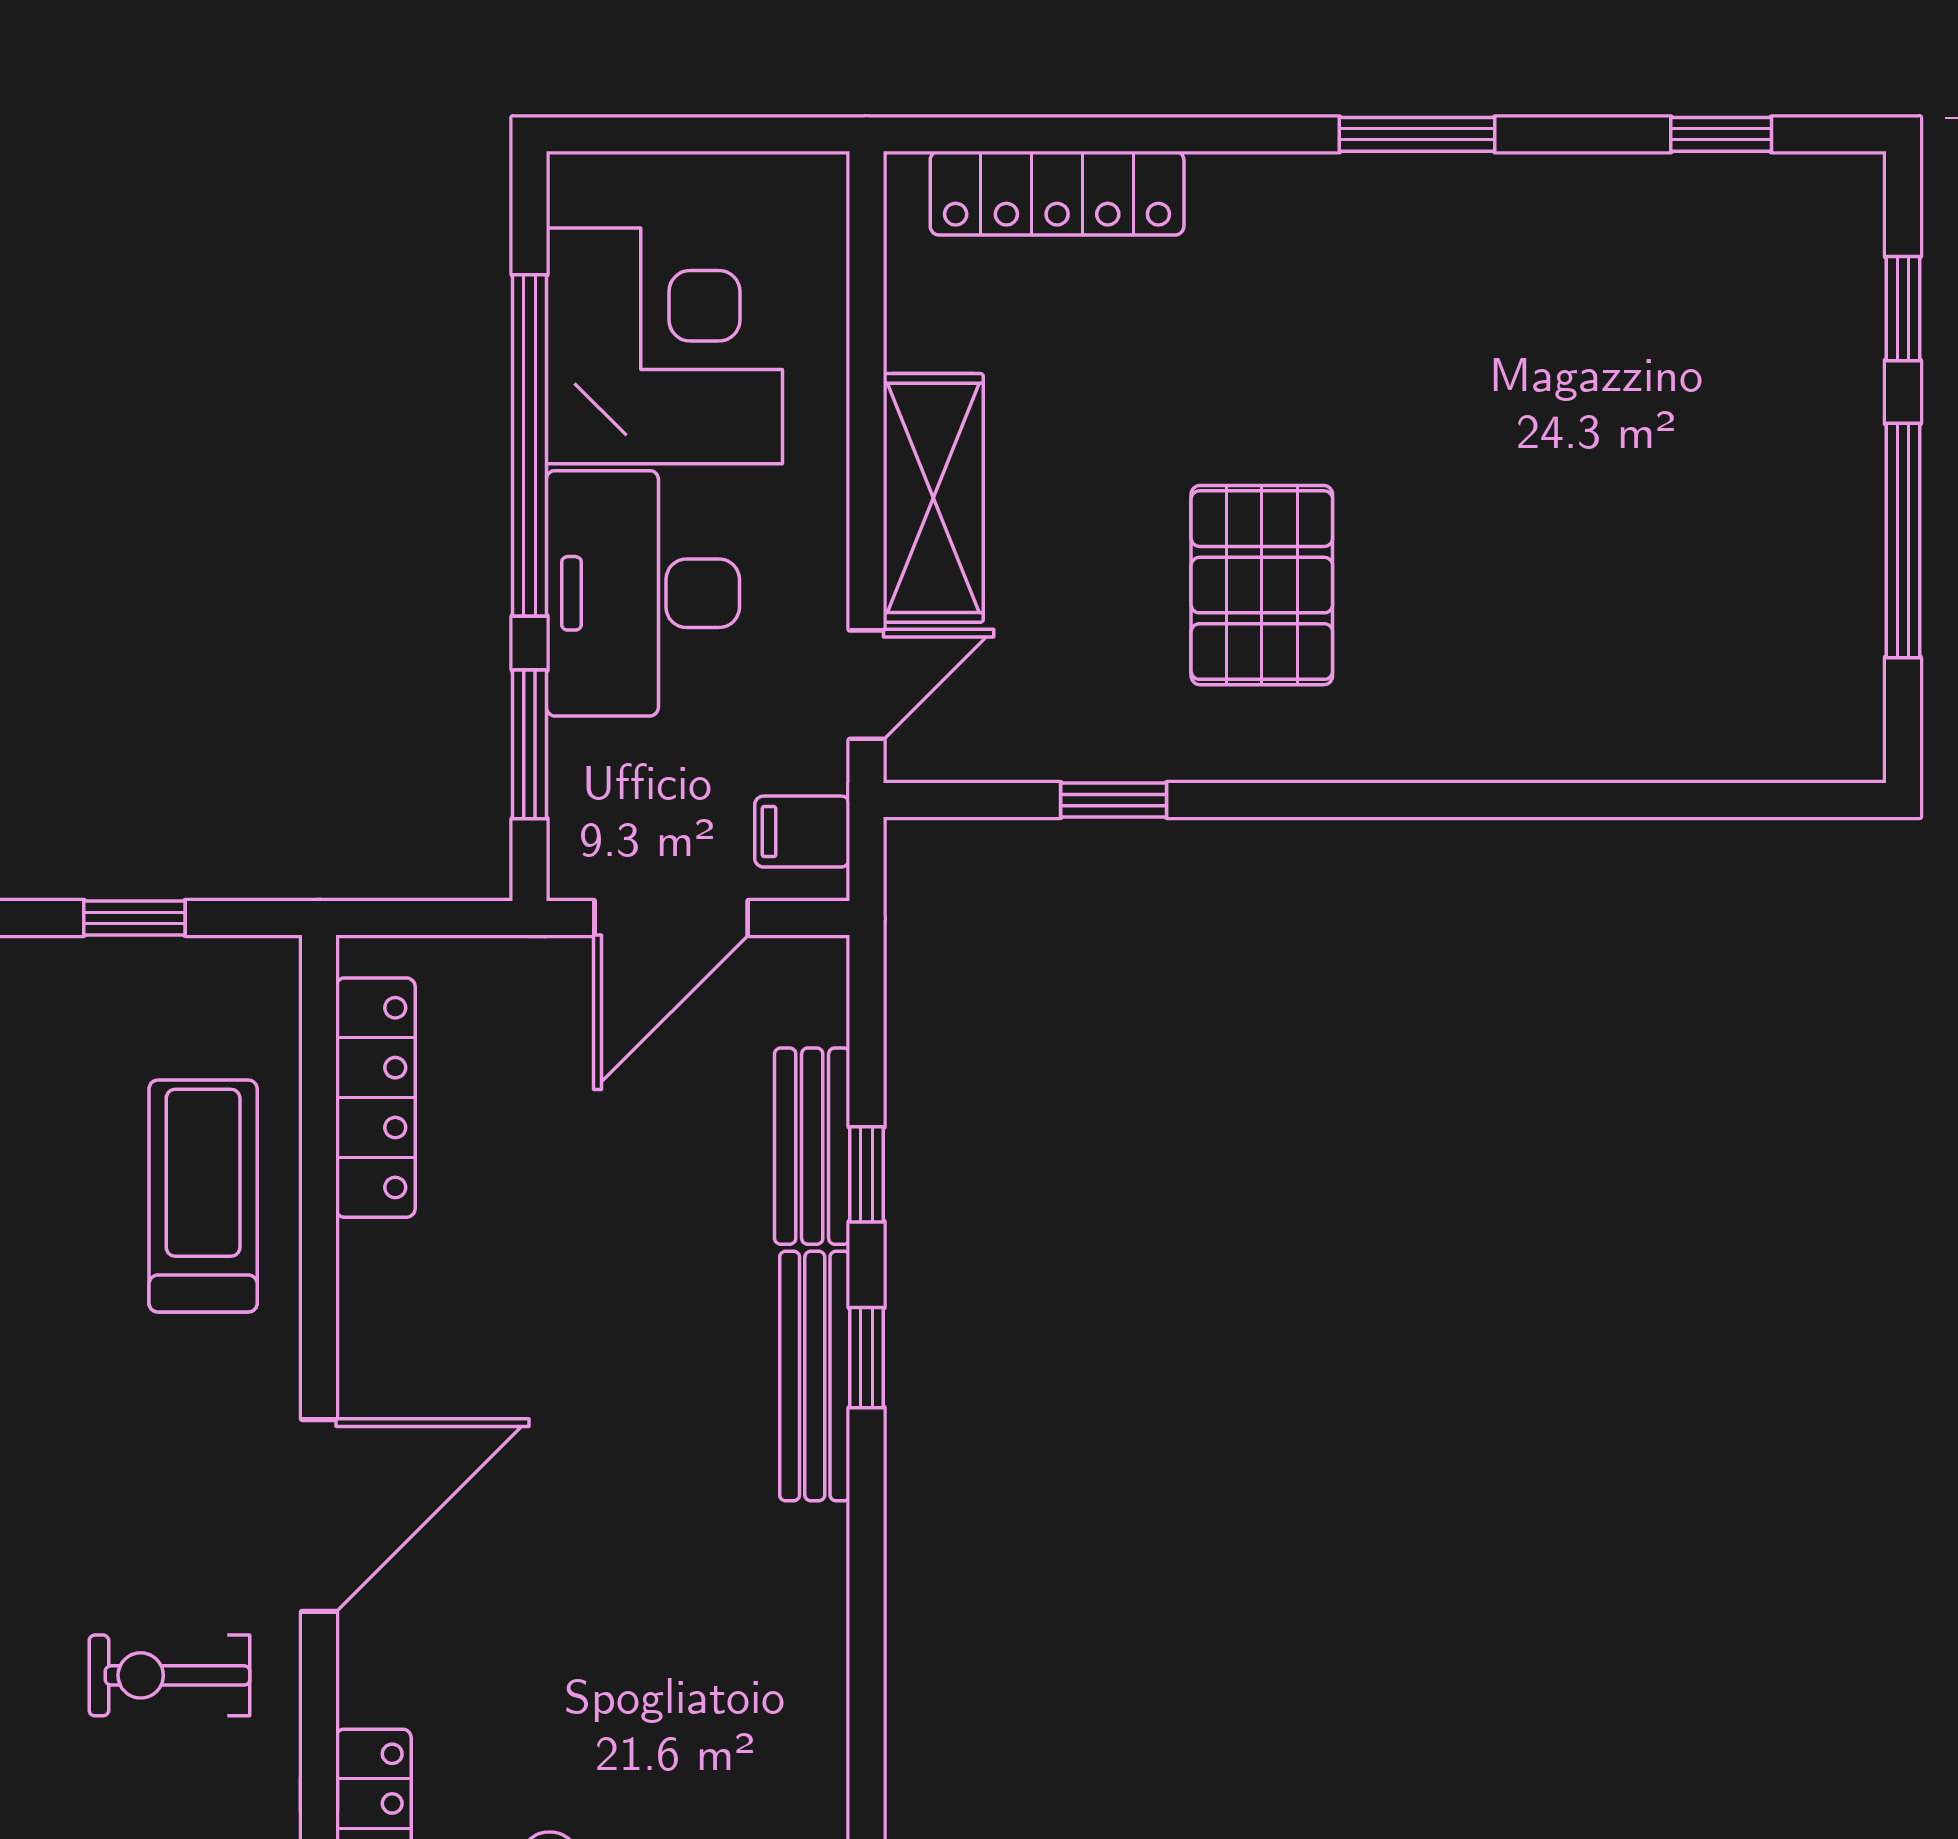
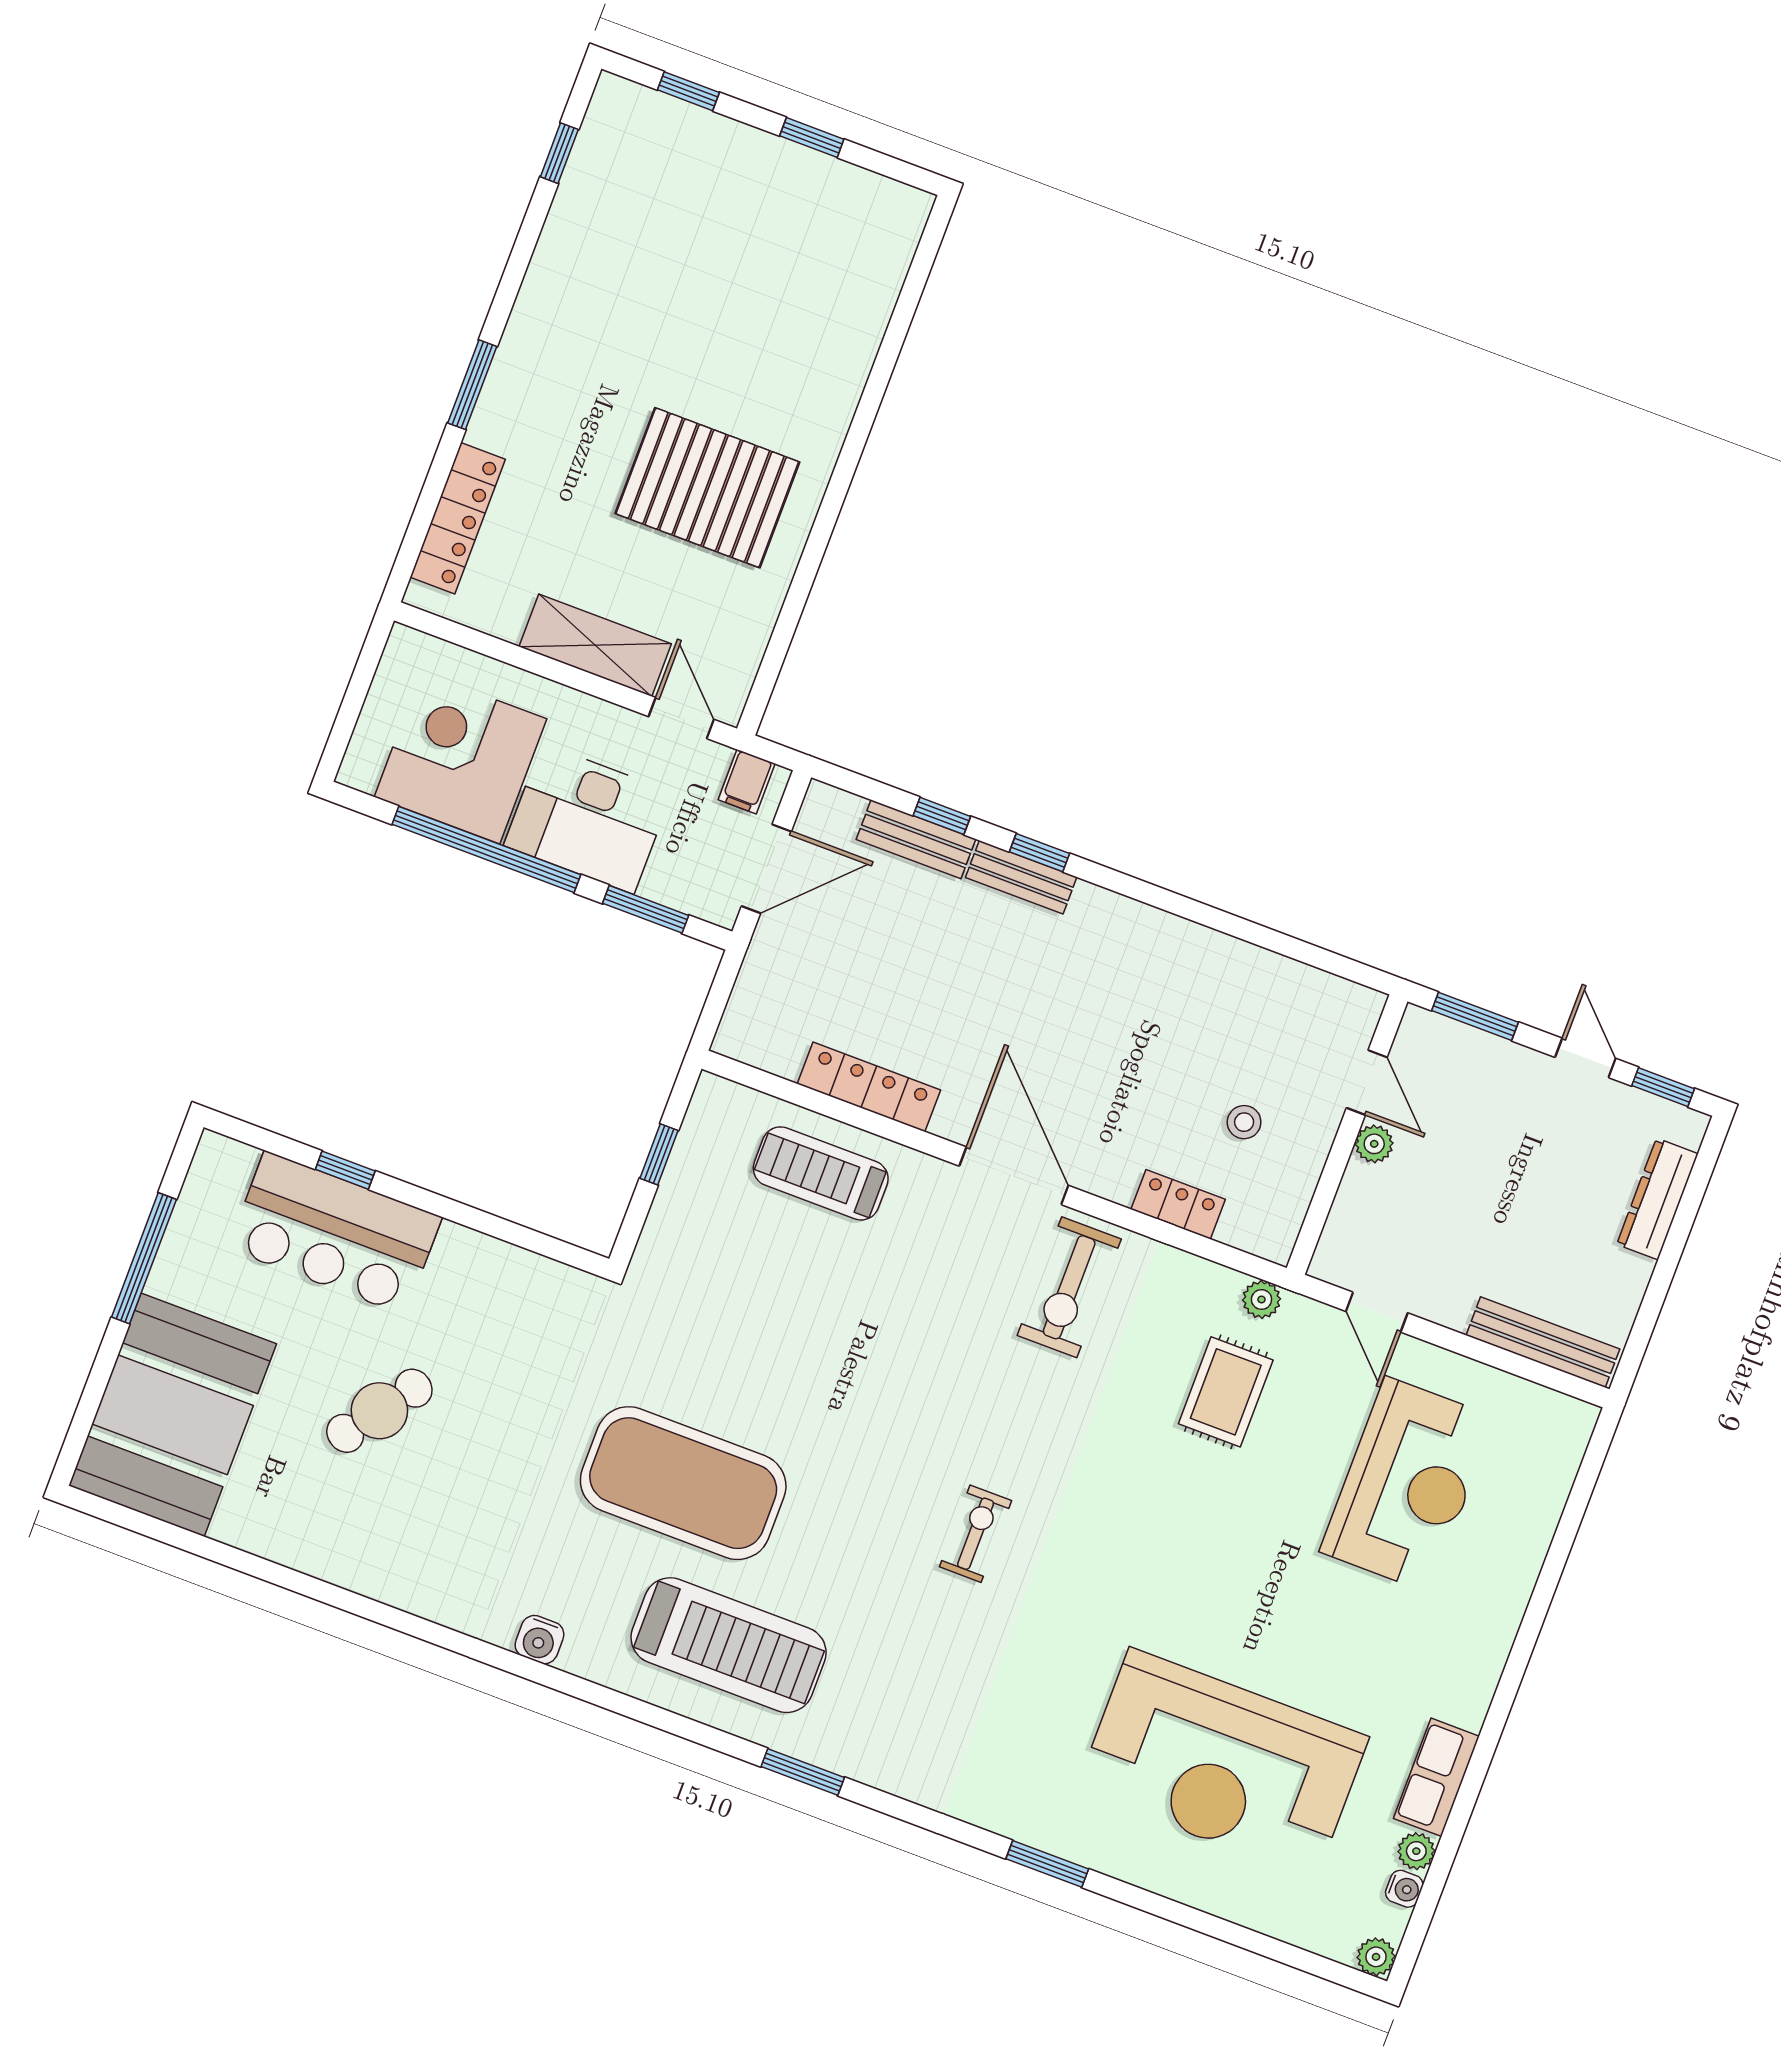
window: (1417, 134) -> (472, 385), moved
window: (1903, 540) -> (812, 138), width x0.46
pallet: (1262, 585) -> (707, 488), width x1.37, depth x1.41
window: (1114, 800) -> (792, 610), removed
door: (671, 918) -> (766, 869), hinge flipped
locker: (375, 1098) -> (869, 1087), moved
bench: (815, 1376) -> (1021, 877), width x0.73
exercise bike: (170, 1675) -> (1069, 1287), width x1.38, depth x1.39

